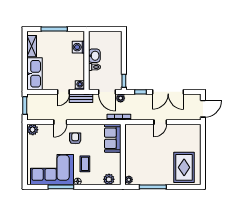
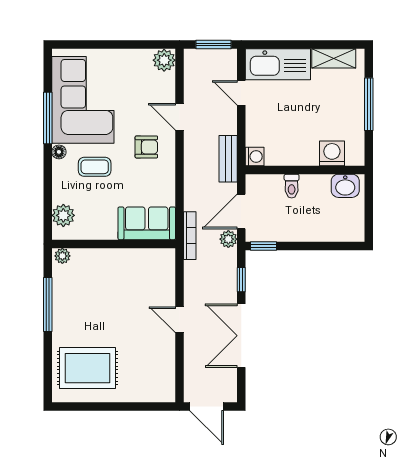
washbasin: (94, 56) -> (345, 186), moved
door: (63, 92) -> (241, 93), moved

